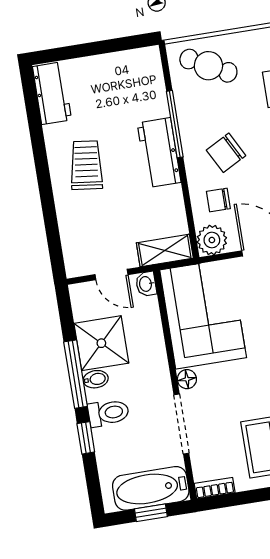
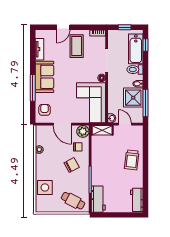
workbench: (159, 153) -> (98, 199), moved
trolley: (86, 165) -> (132, 160), moved
window: (76, 374) -> (145, 103), moved
window: (86, 438) -> (145, 45), moved
bathtub: (151, 488) -> (136, 49), moved, turned 90

